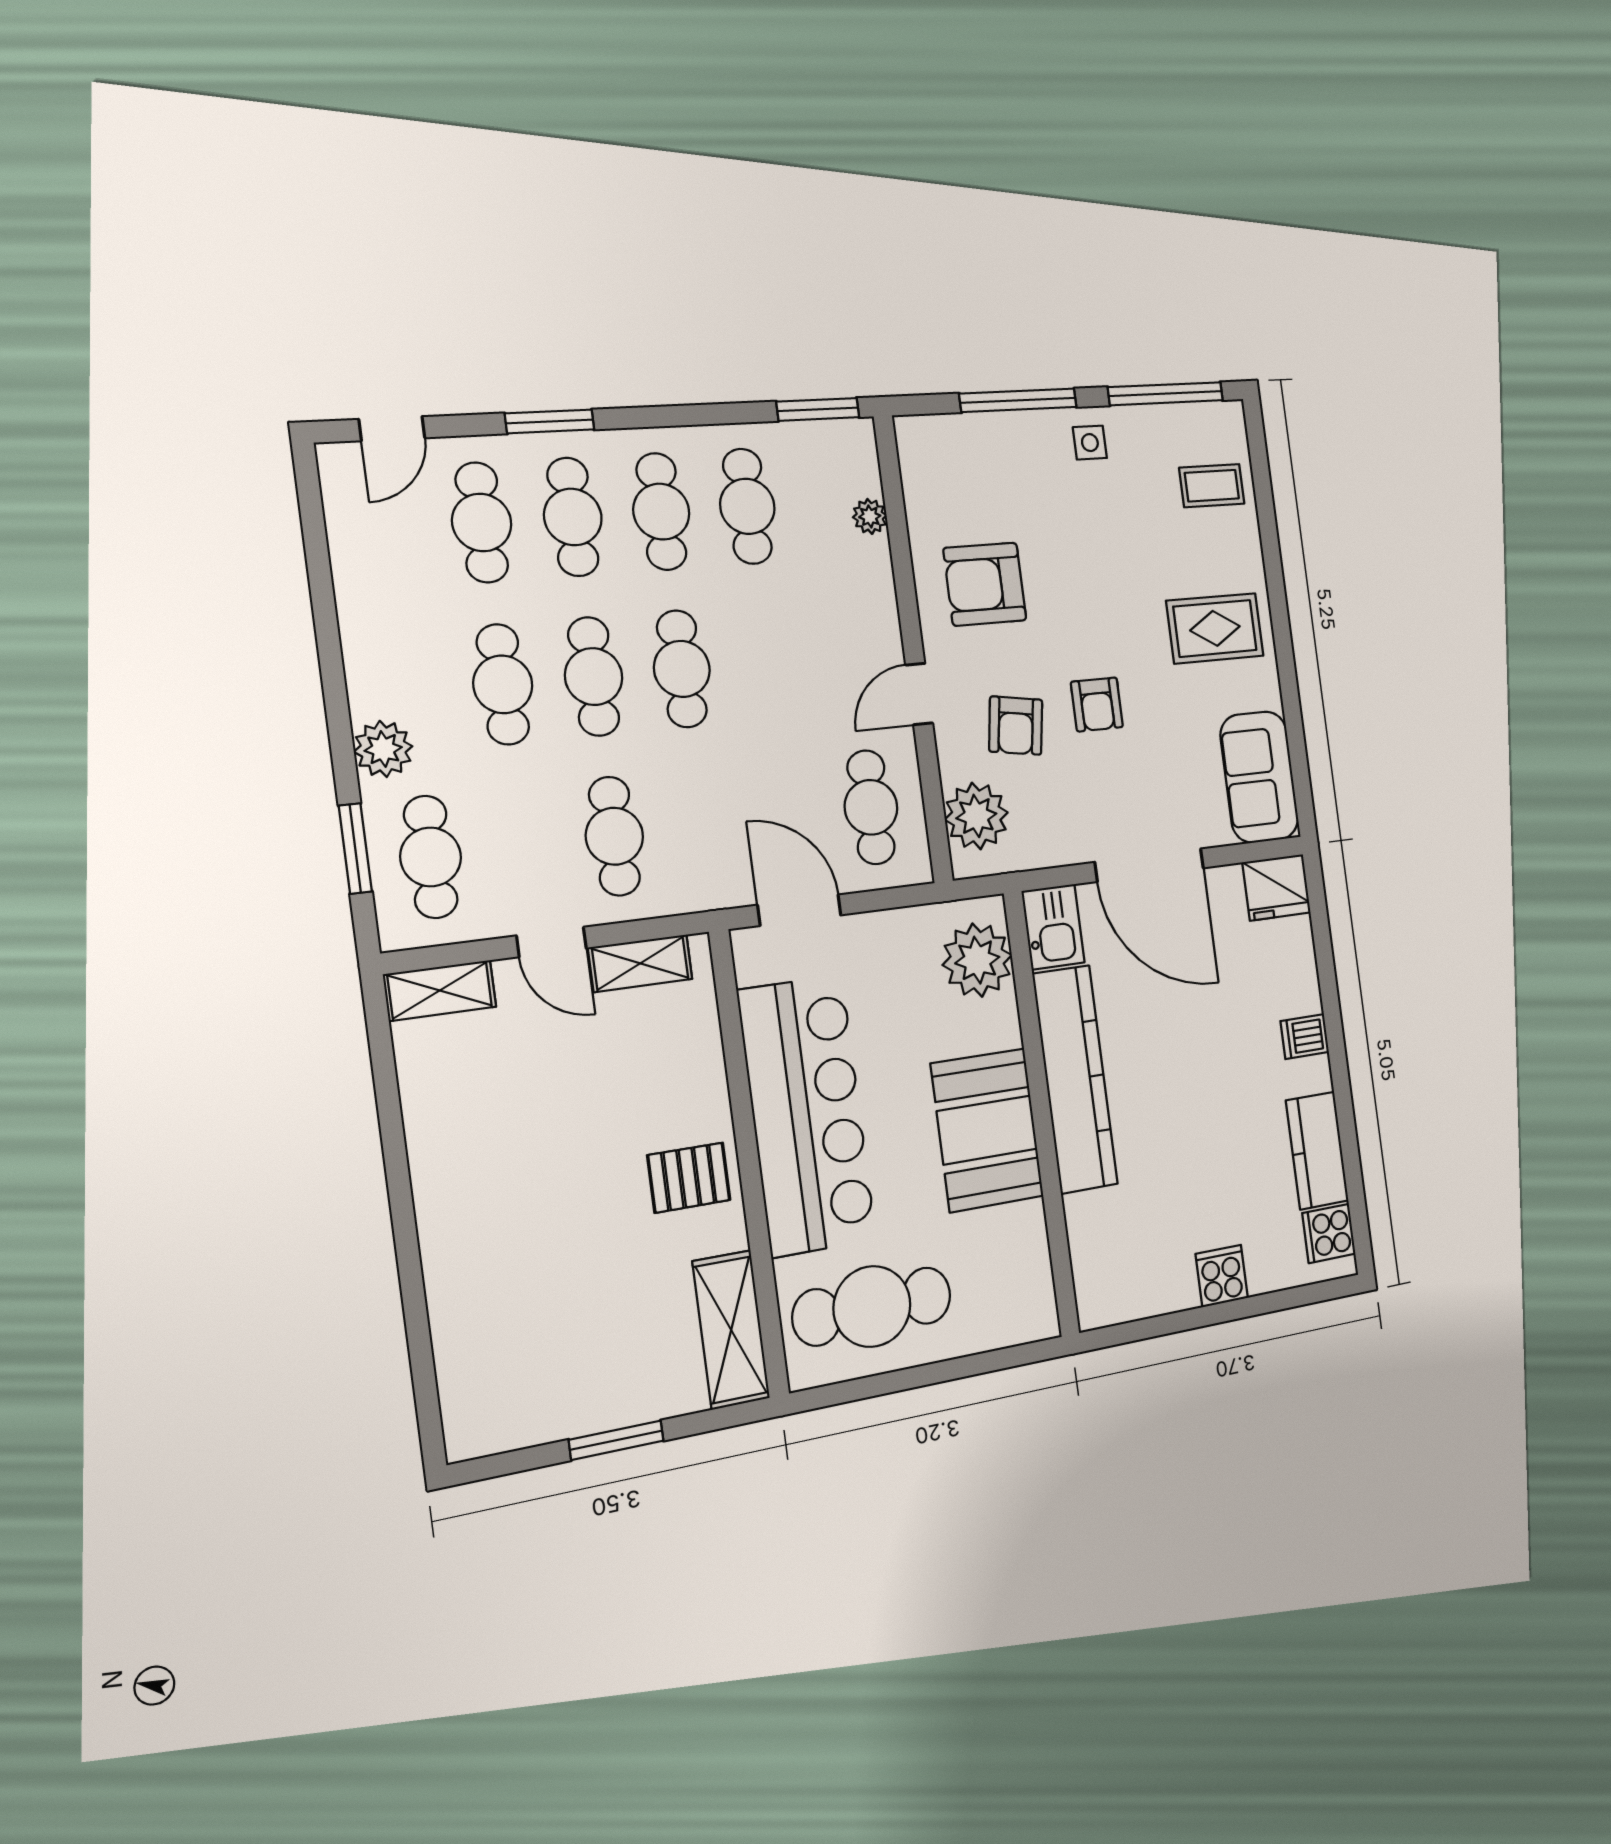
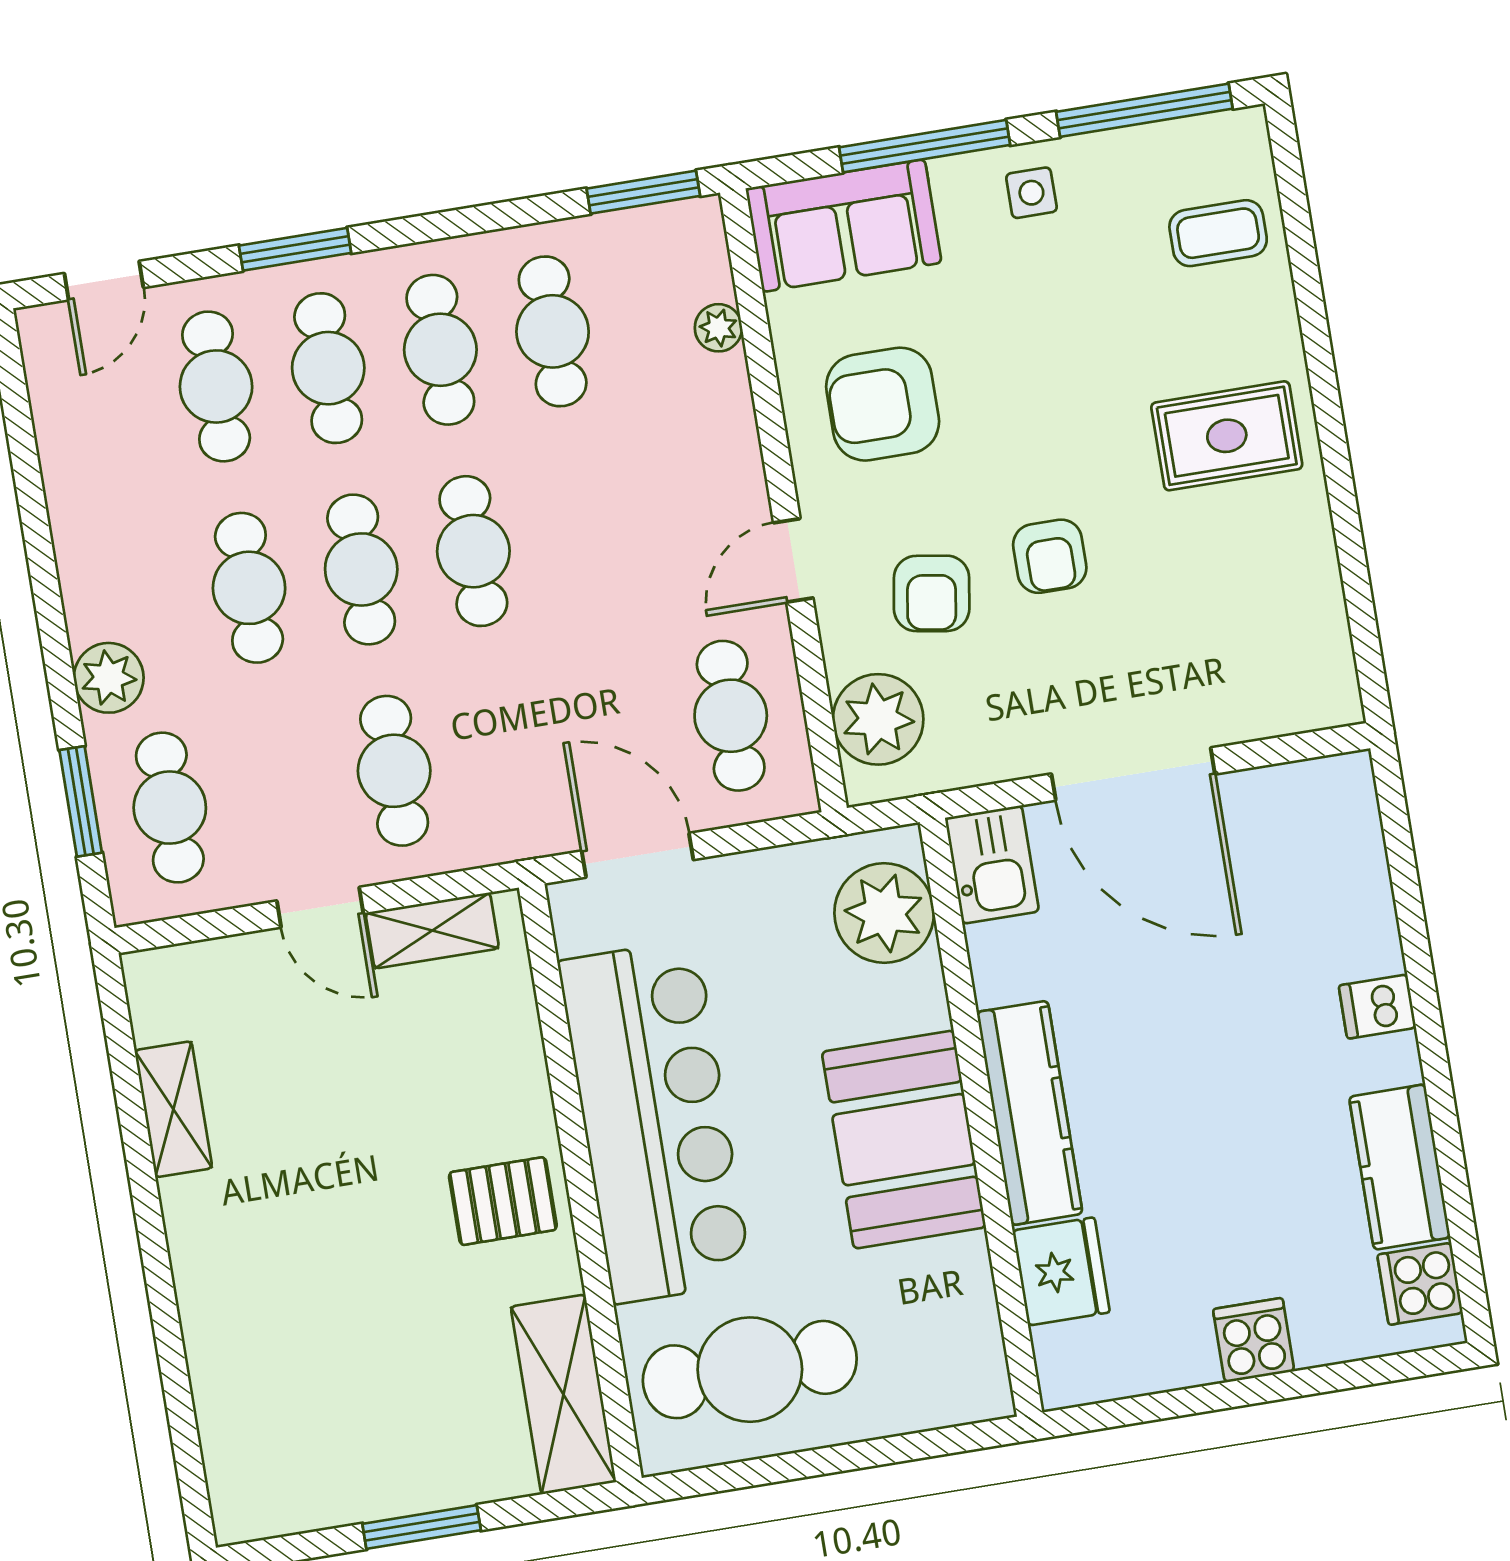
sofa: (1259, 777) -> (844, 226), moved, turned -90
fridge: (1277, 887) -> (1061, 1271), moved, turned -90
shelving: (440, 991) -> (173, 1109), moved, turned 90
kitchen counter: (1075, 1079) -> (1030, 1113), width x0.72, depth x0.86

